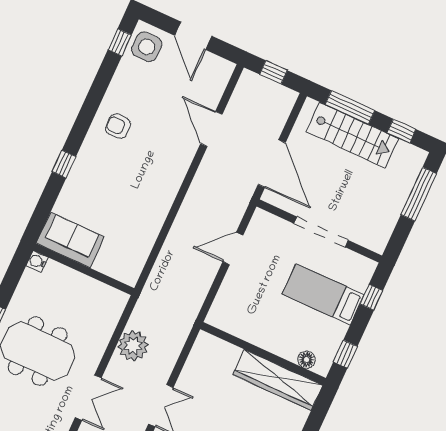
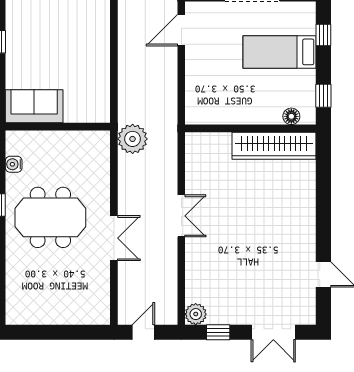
door: (233, 248) -> (181, 30), moved
water cooler: (37, 261) -> (14, 164), moved
plant: (133, 346) -> (133, 139), moved

